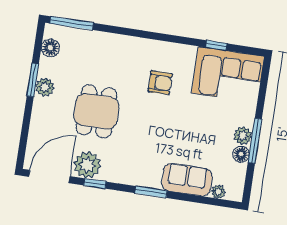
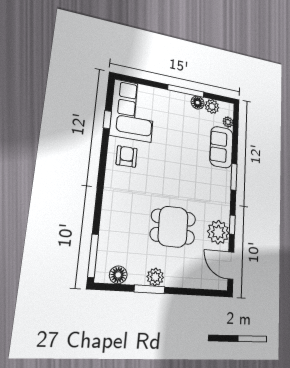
armchair: (160, 83) -> (127, 156), moved
plant: (243, 136) -> (212, 106), moved
door: (49, 176) -> (231, 266), width x0.73

